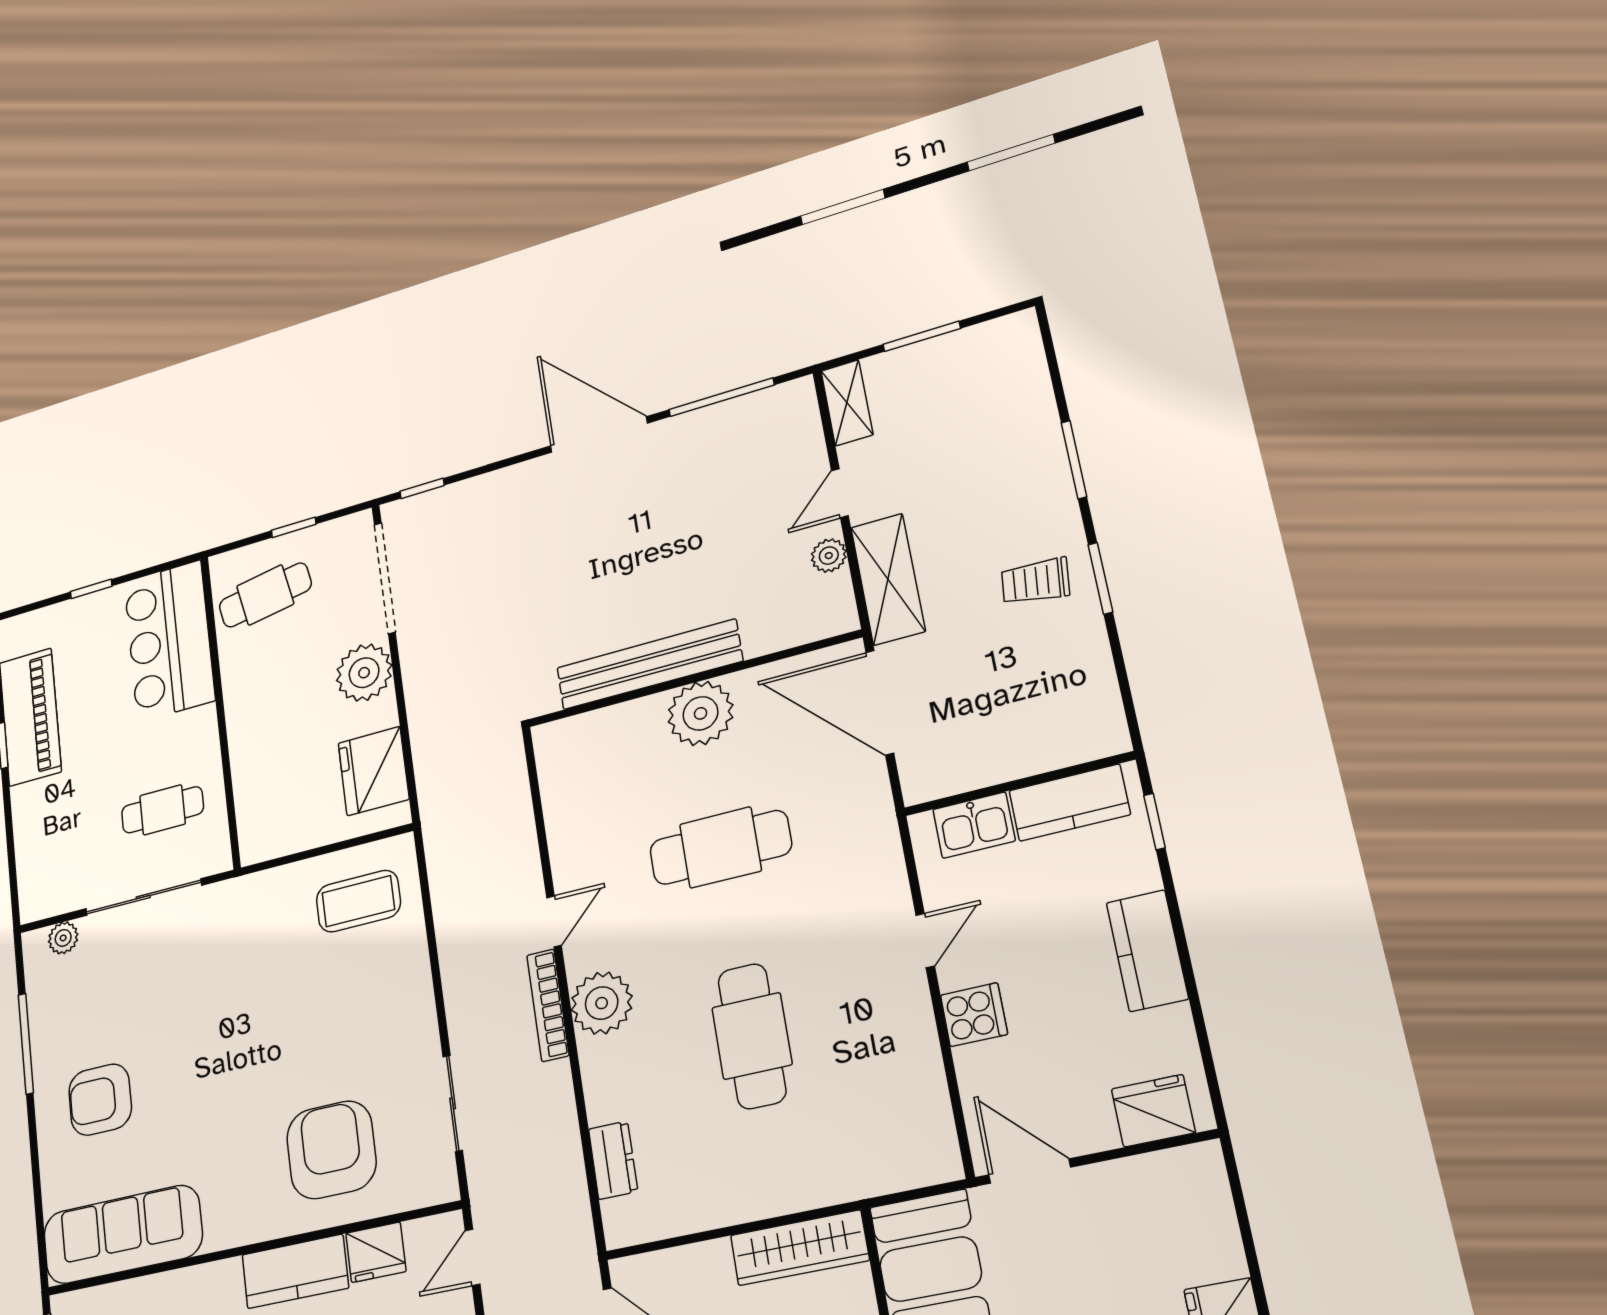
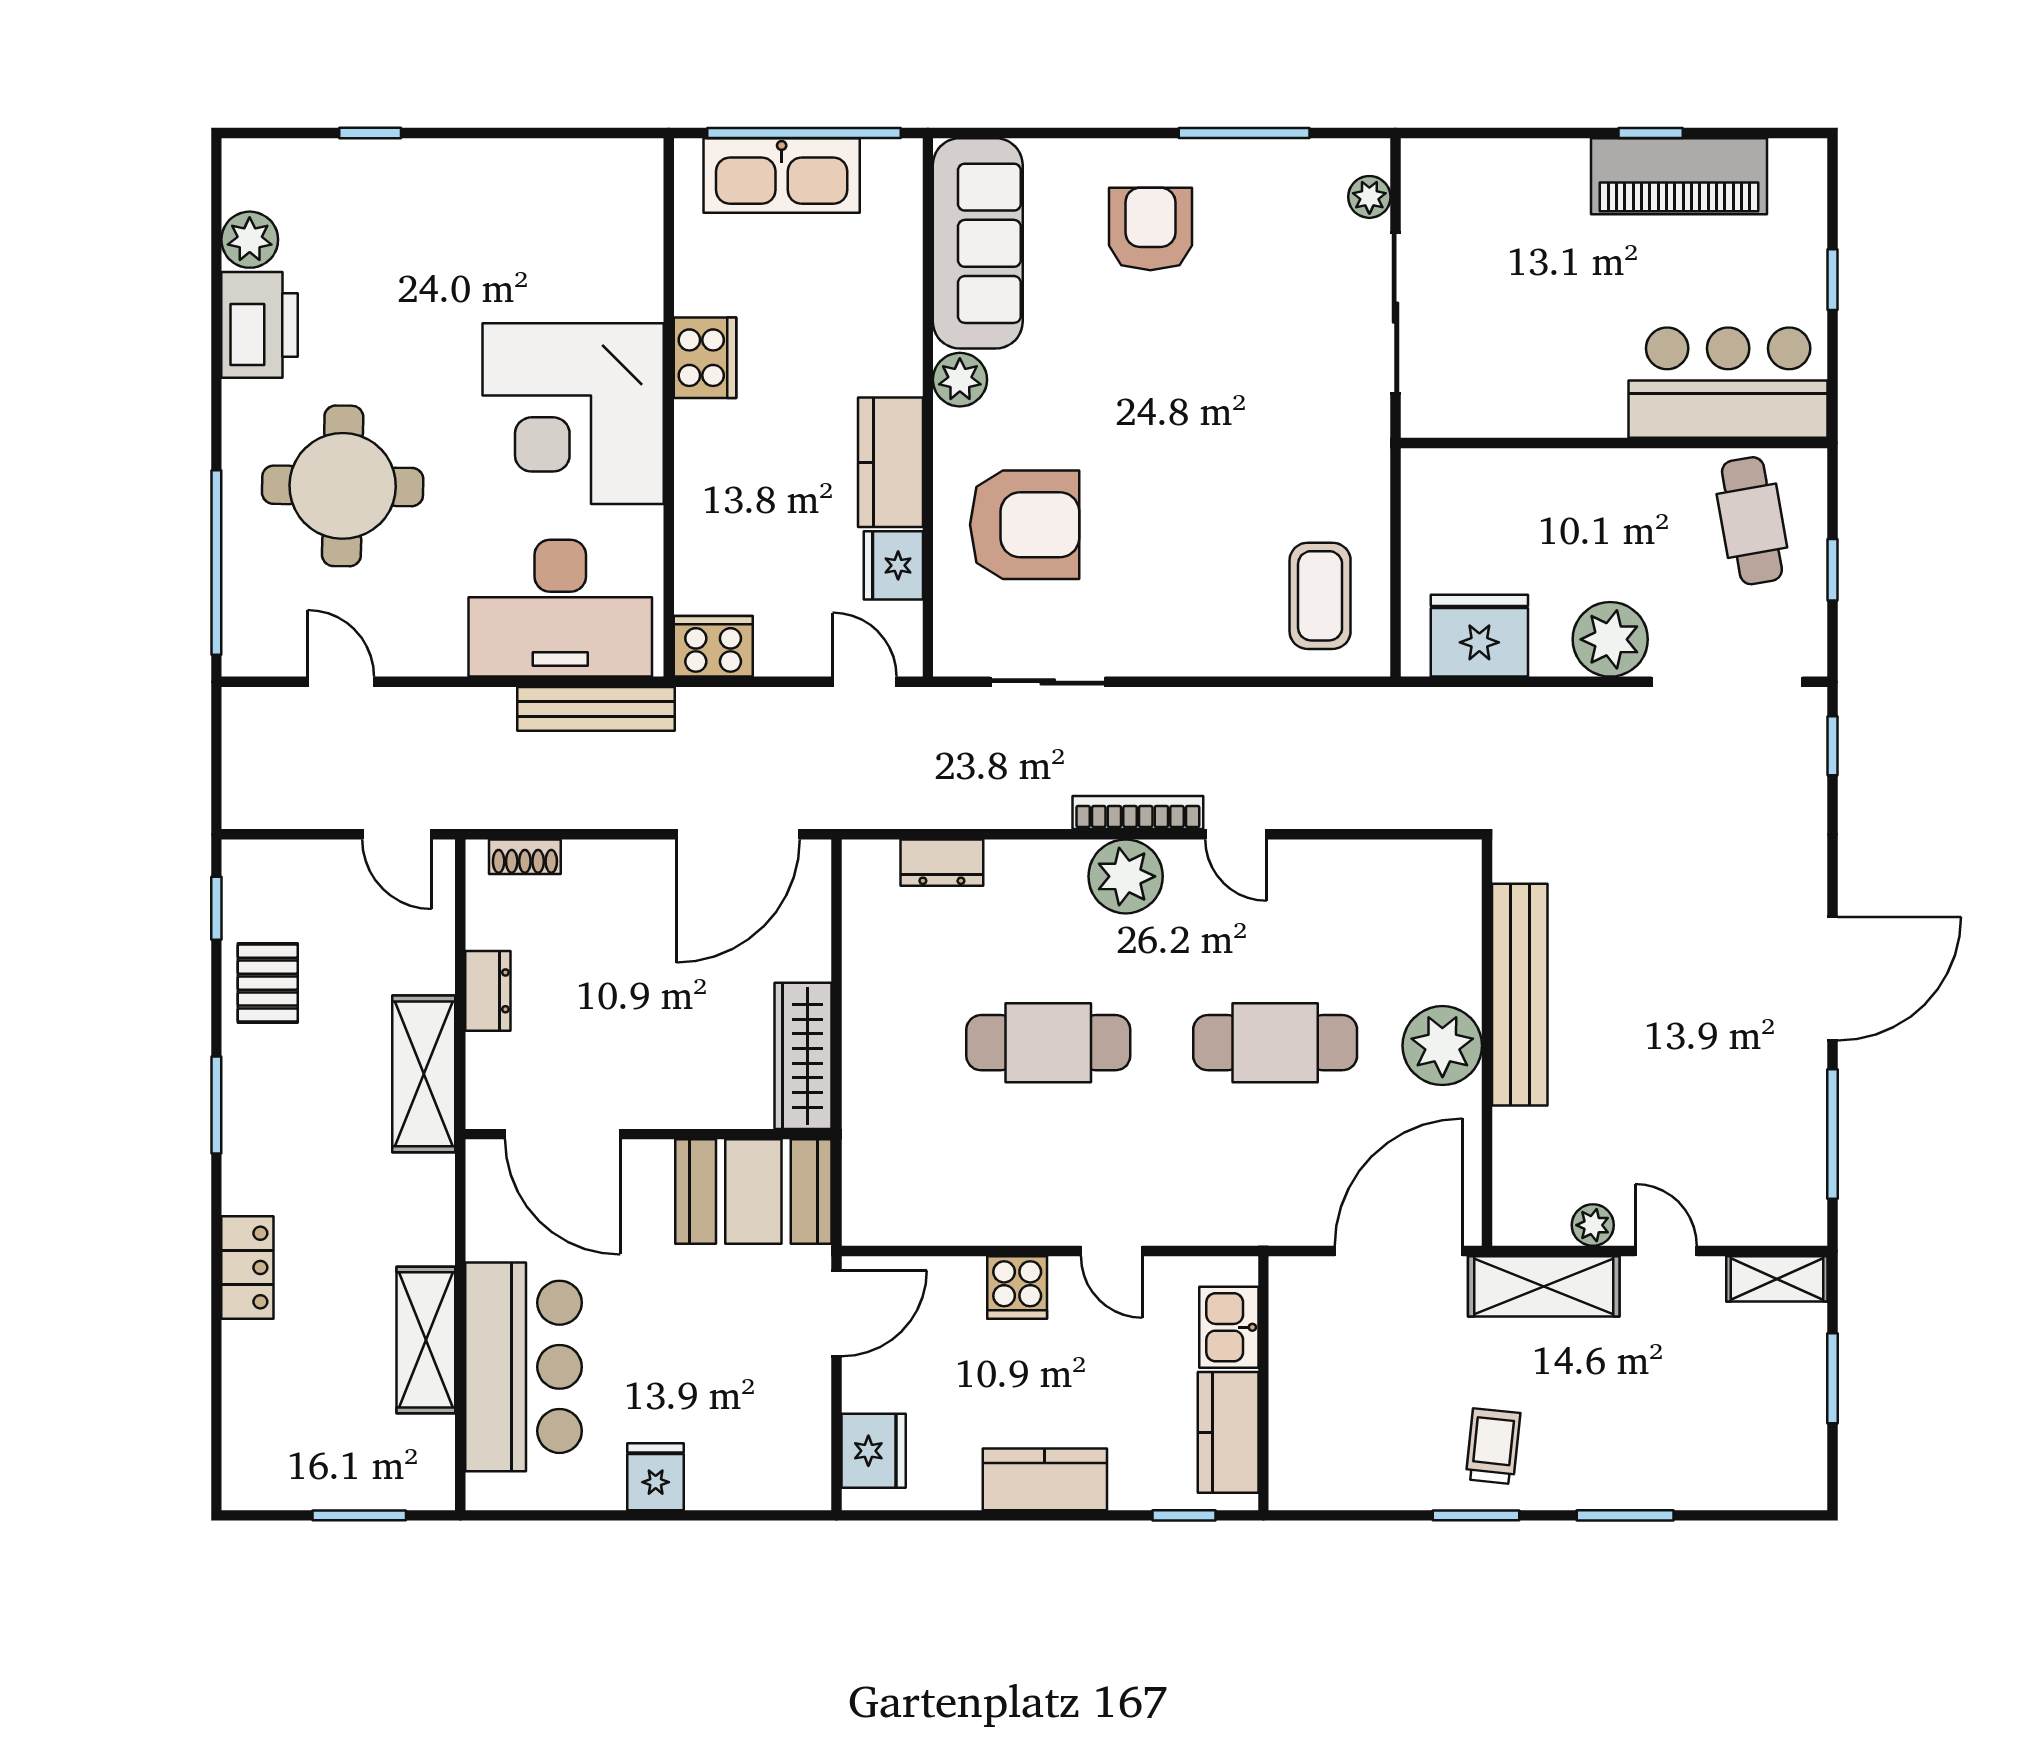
cafe table: (163, 810) -> (1503, 350), removed
cafe table: (720, 847) -> (1275, 1043), turned 90
plant: (226, 1227) -> (960, 380), added

